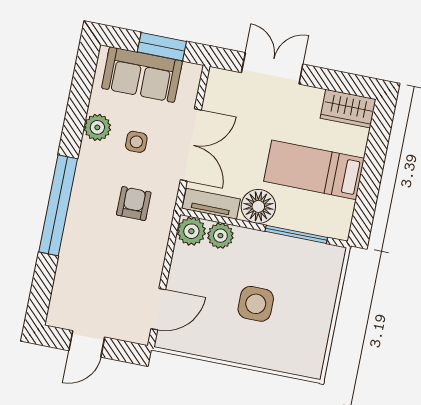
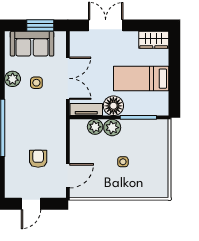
armchair: (134, 204) -> (38, 159), moved
plant: (191, 231) -> (112, 128), moved
side table: (256, 304) -> (123, 162), width x0.54, depth x0.54

